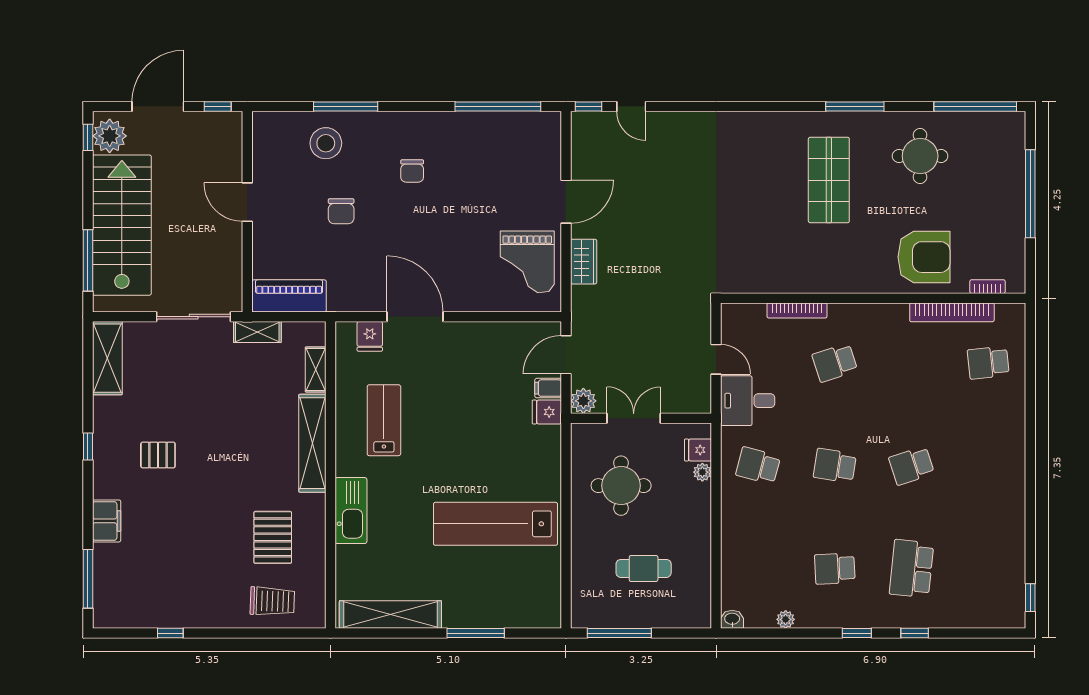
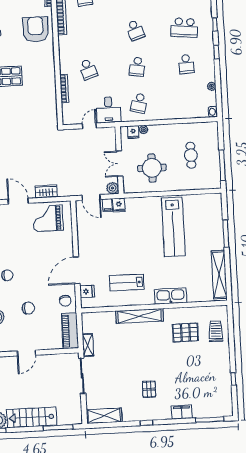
stairs: (122, 225) -> (32, 417), width x0.73, depth x0.66
grand piano: (527, 262) -> (48, 218), turned 180
chair: (353, 289) -> (65, 301), added
shelving: (316, 370) -> (104, 316), removed

